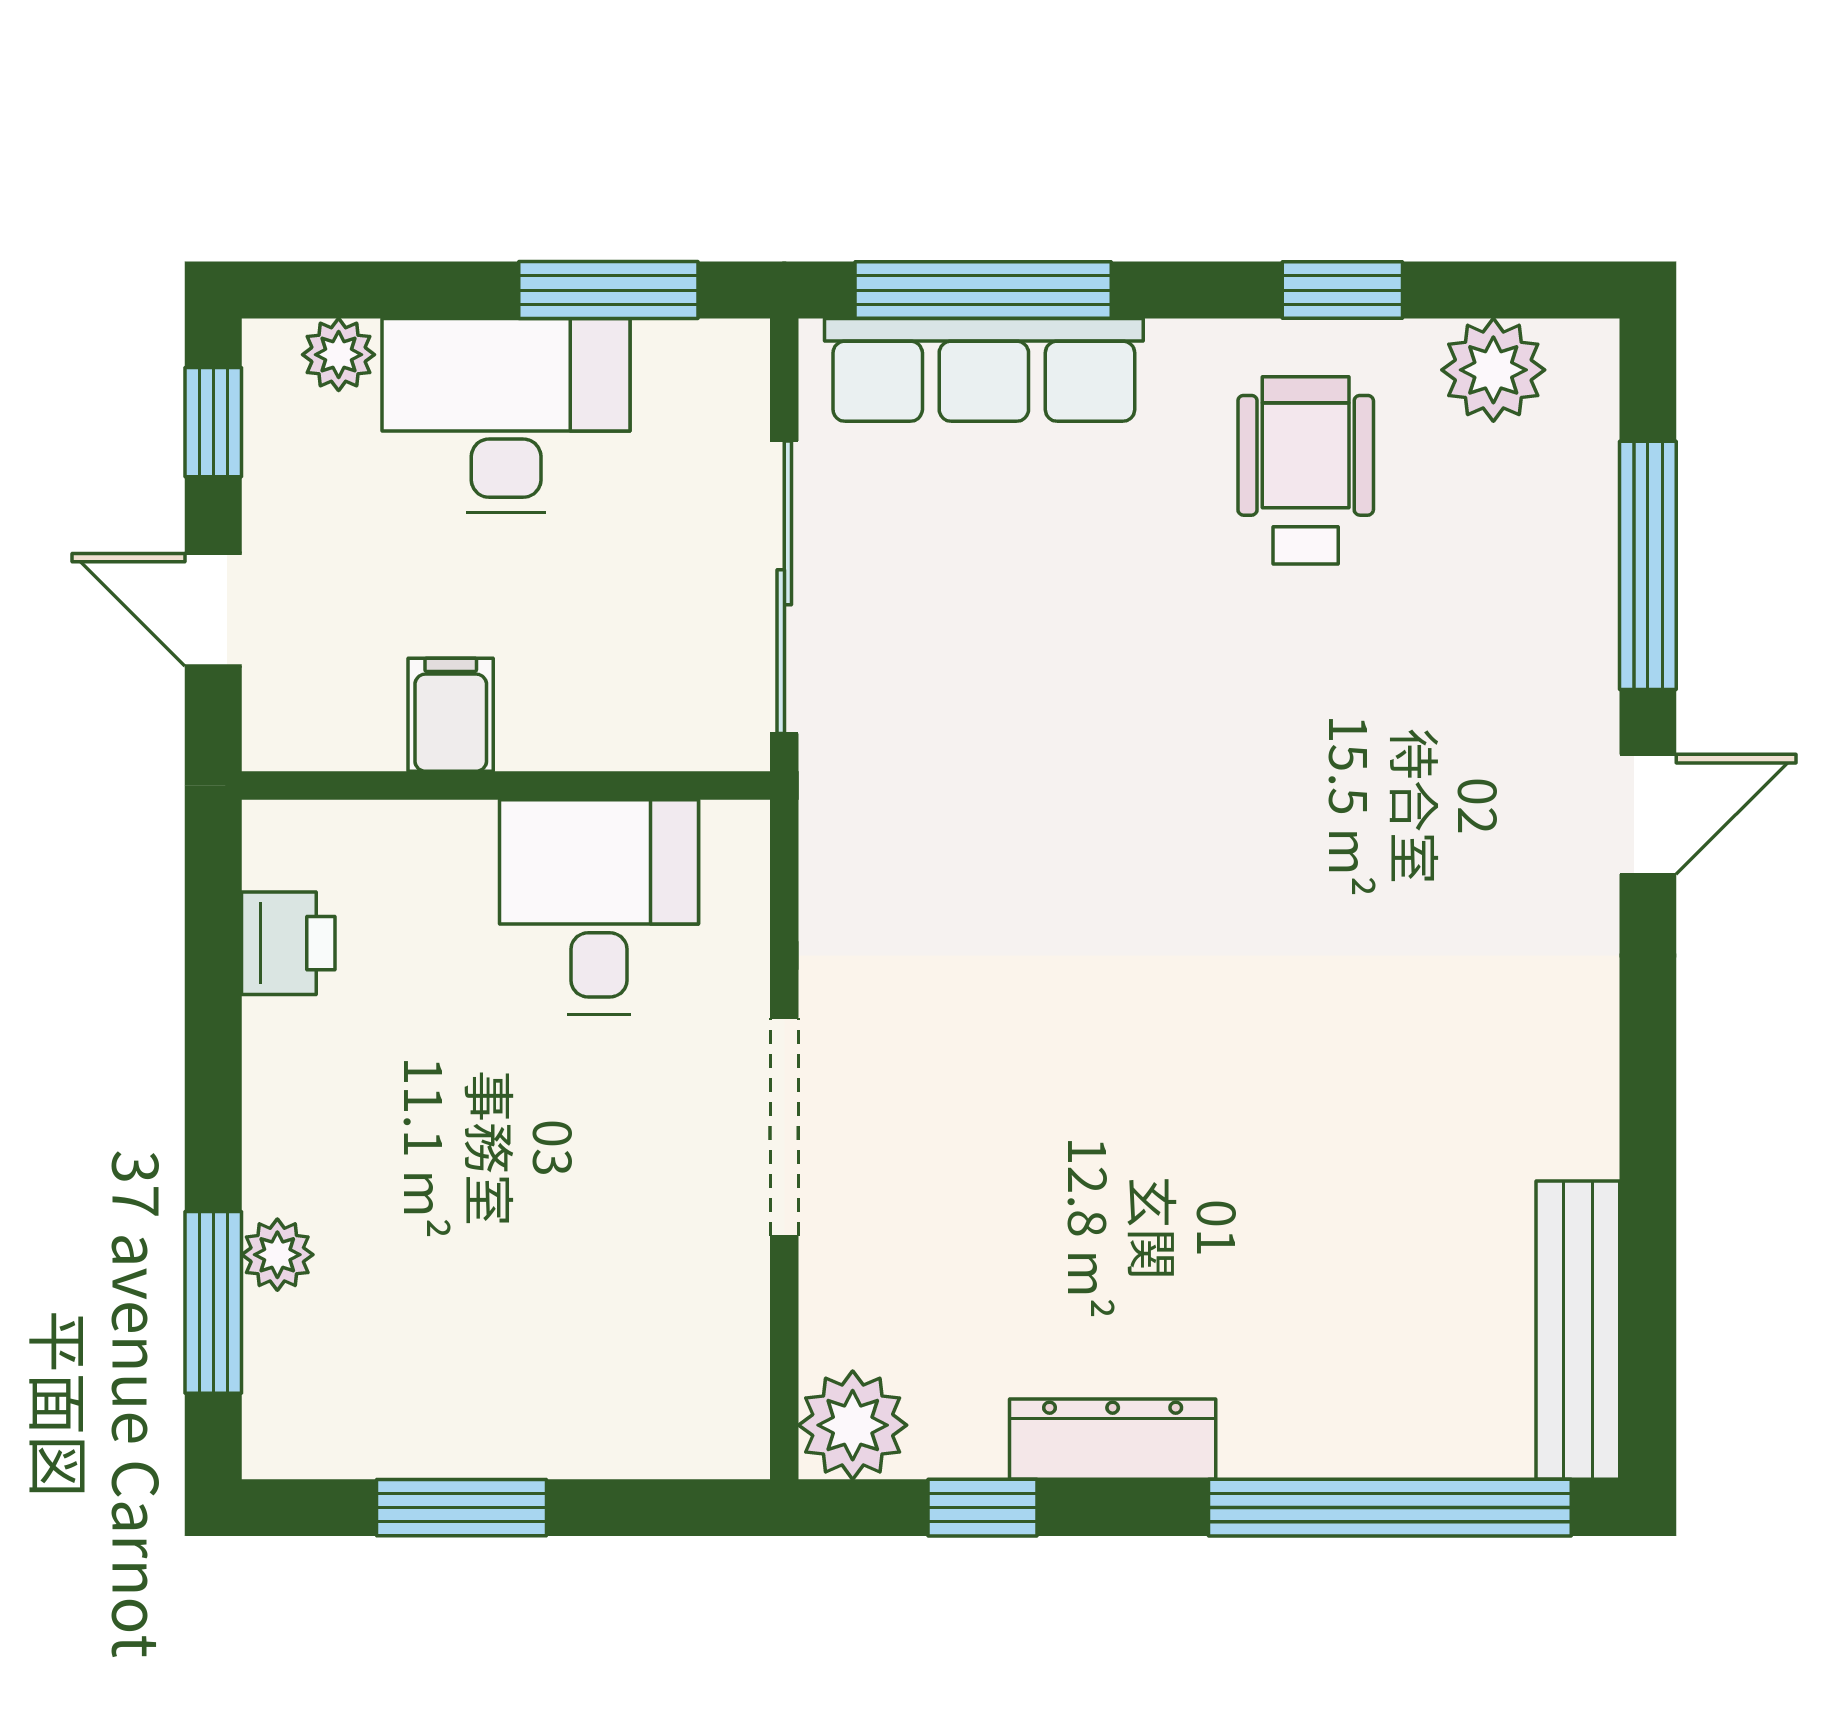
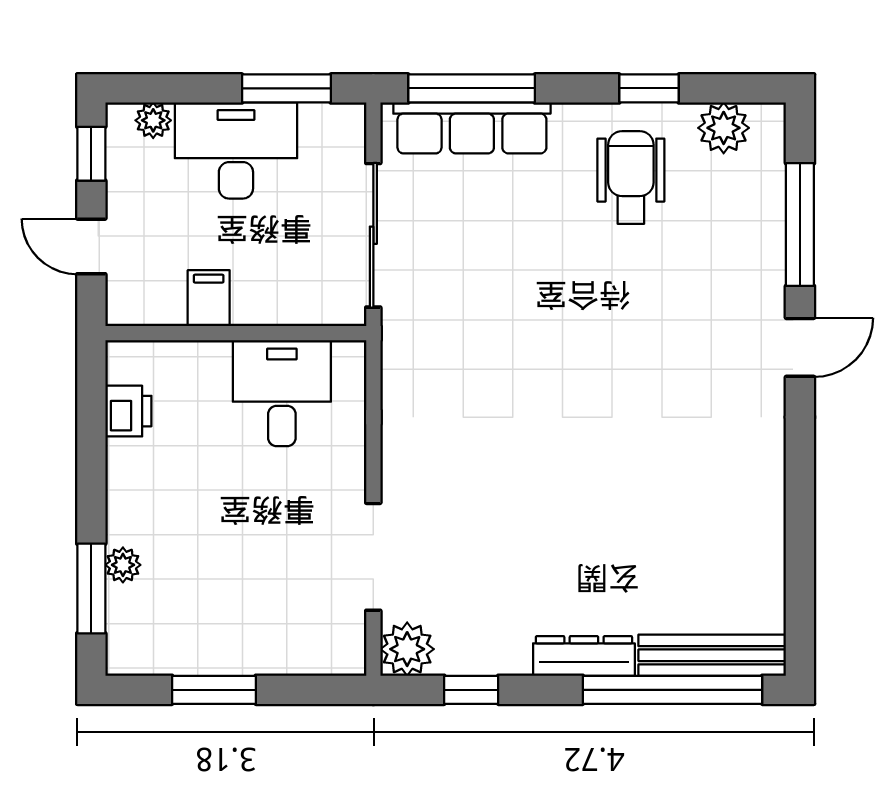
doorway: (784, 1127) -> (373, 557), moved
bench: (1578, 1330) -> (712, 655), moved, turned 90
dresser: (1113, 1439) -> (584, 656), moved

